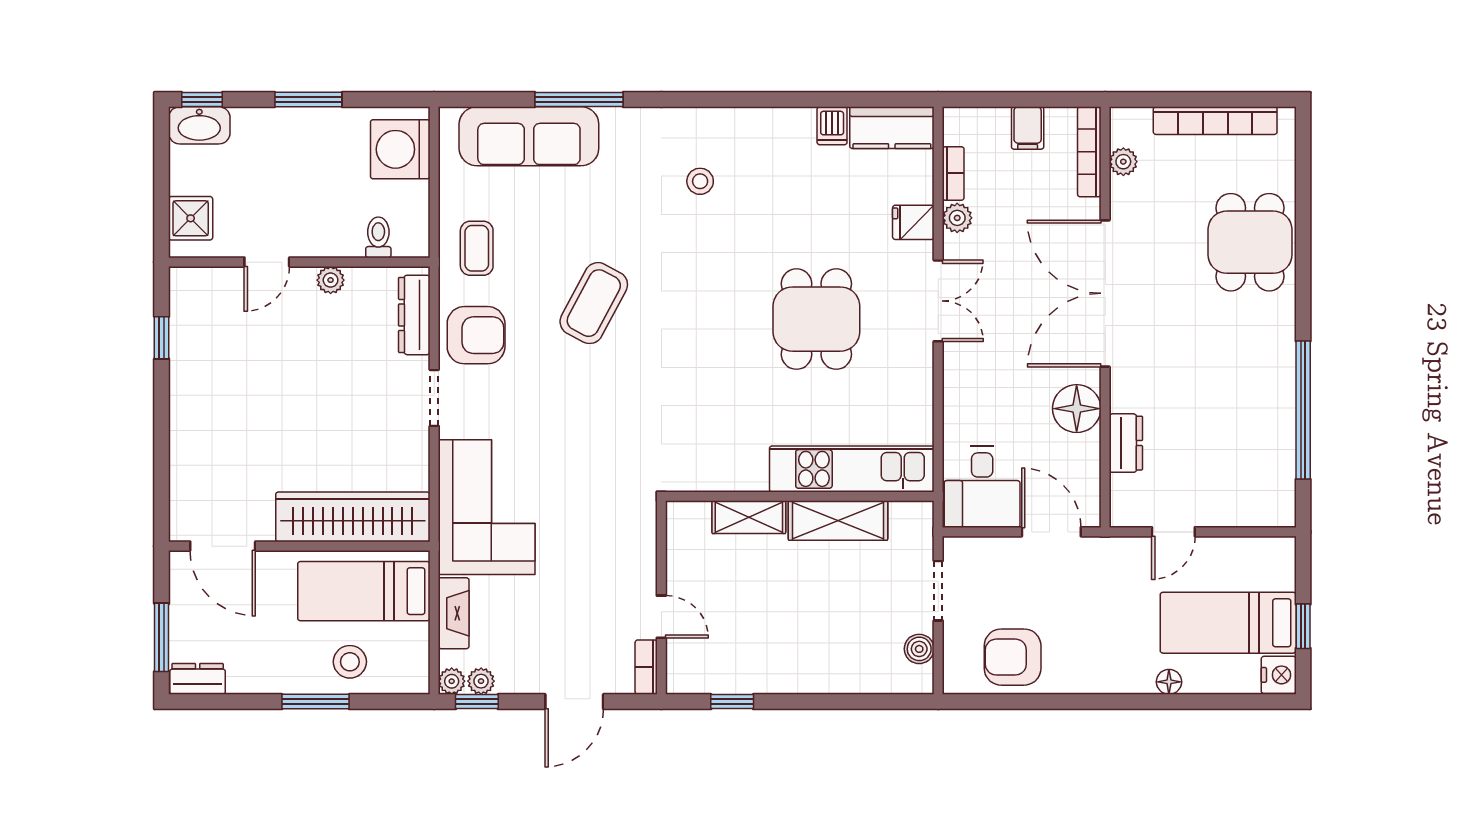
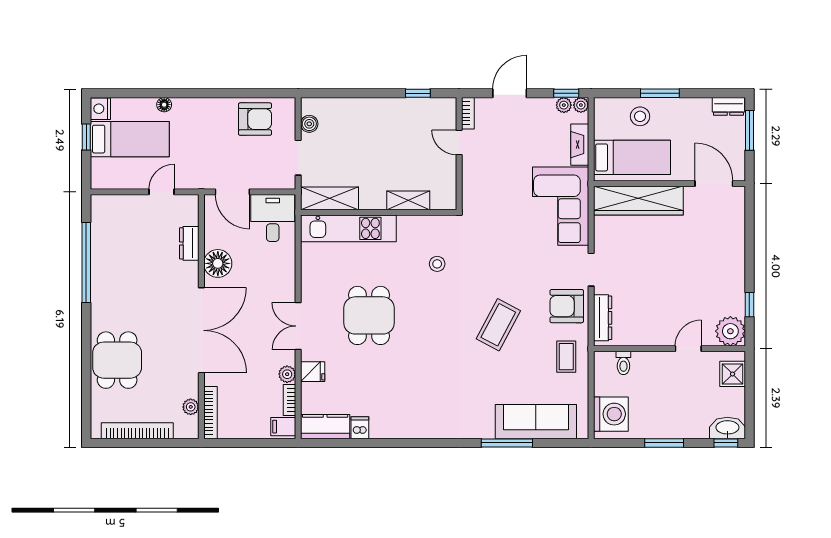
filing cabinet: (1028, 128) -> (283, 427), moved, turned -90
stool: (700, 181) -> (437, 264), moved
plant: (331, 280) -> (730, 331), moved, width x1.88, depth x1.88
shelving: (838, 520) -> (330, 198), moved

